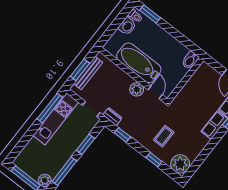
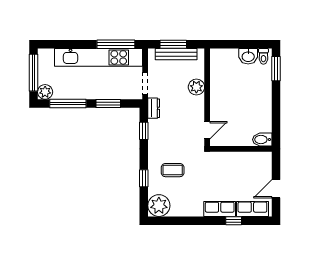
bathtub: (139, 63) -> (223, 94), removed
plant: (137, 89) -> (196, 87), moved
kitchen unit: (56, 119) -> (99, 57), width x1.36

